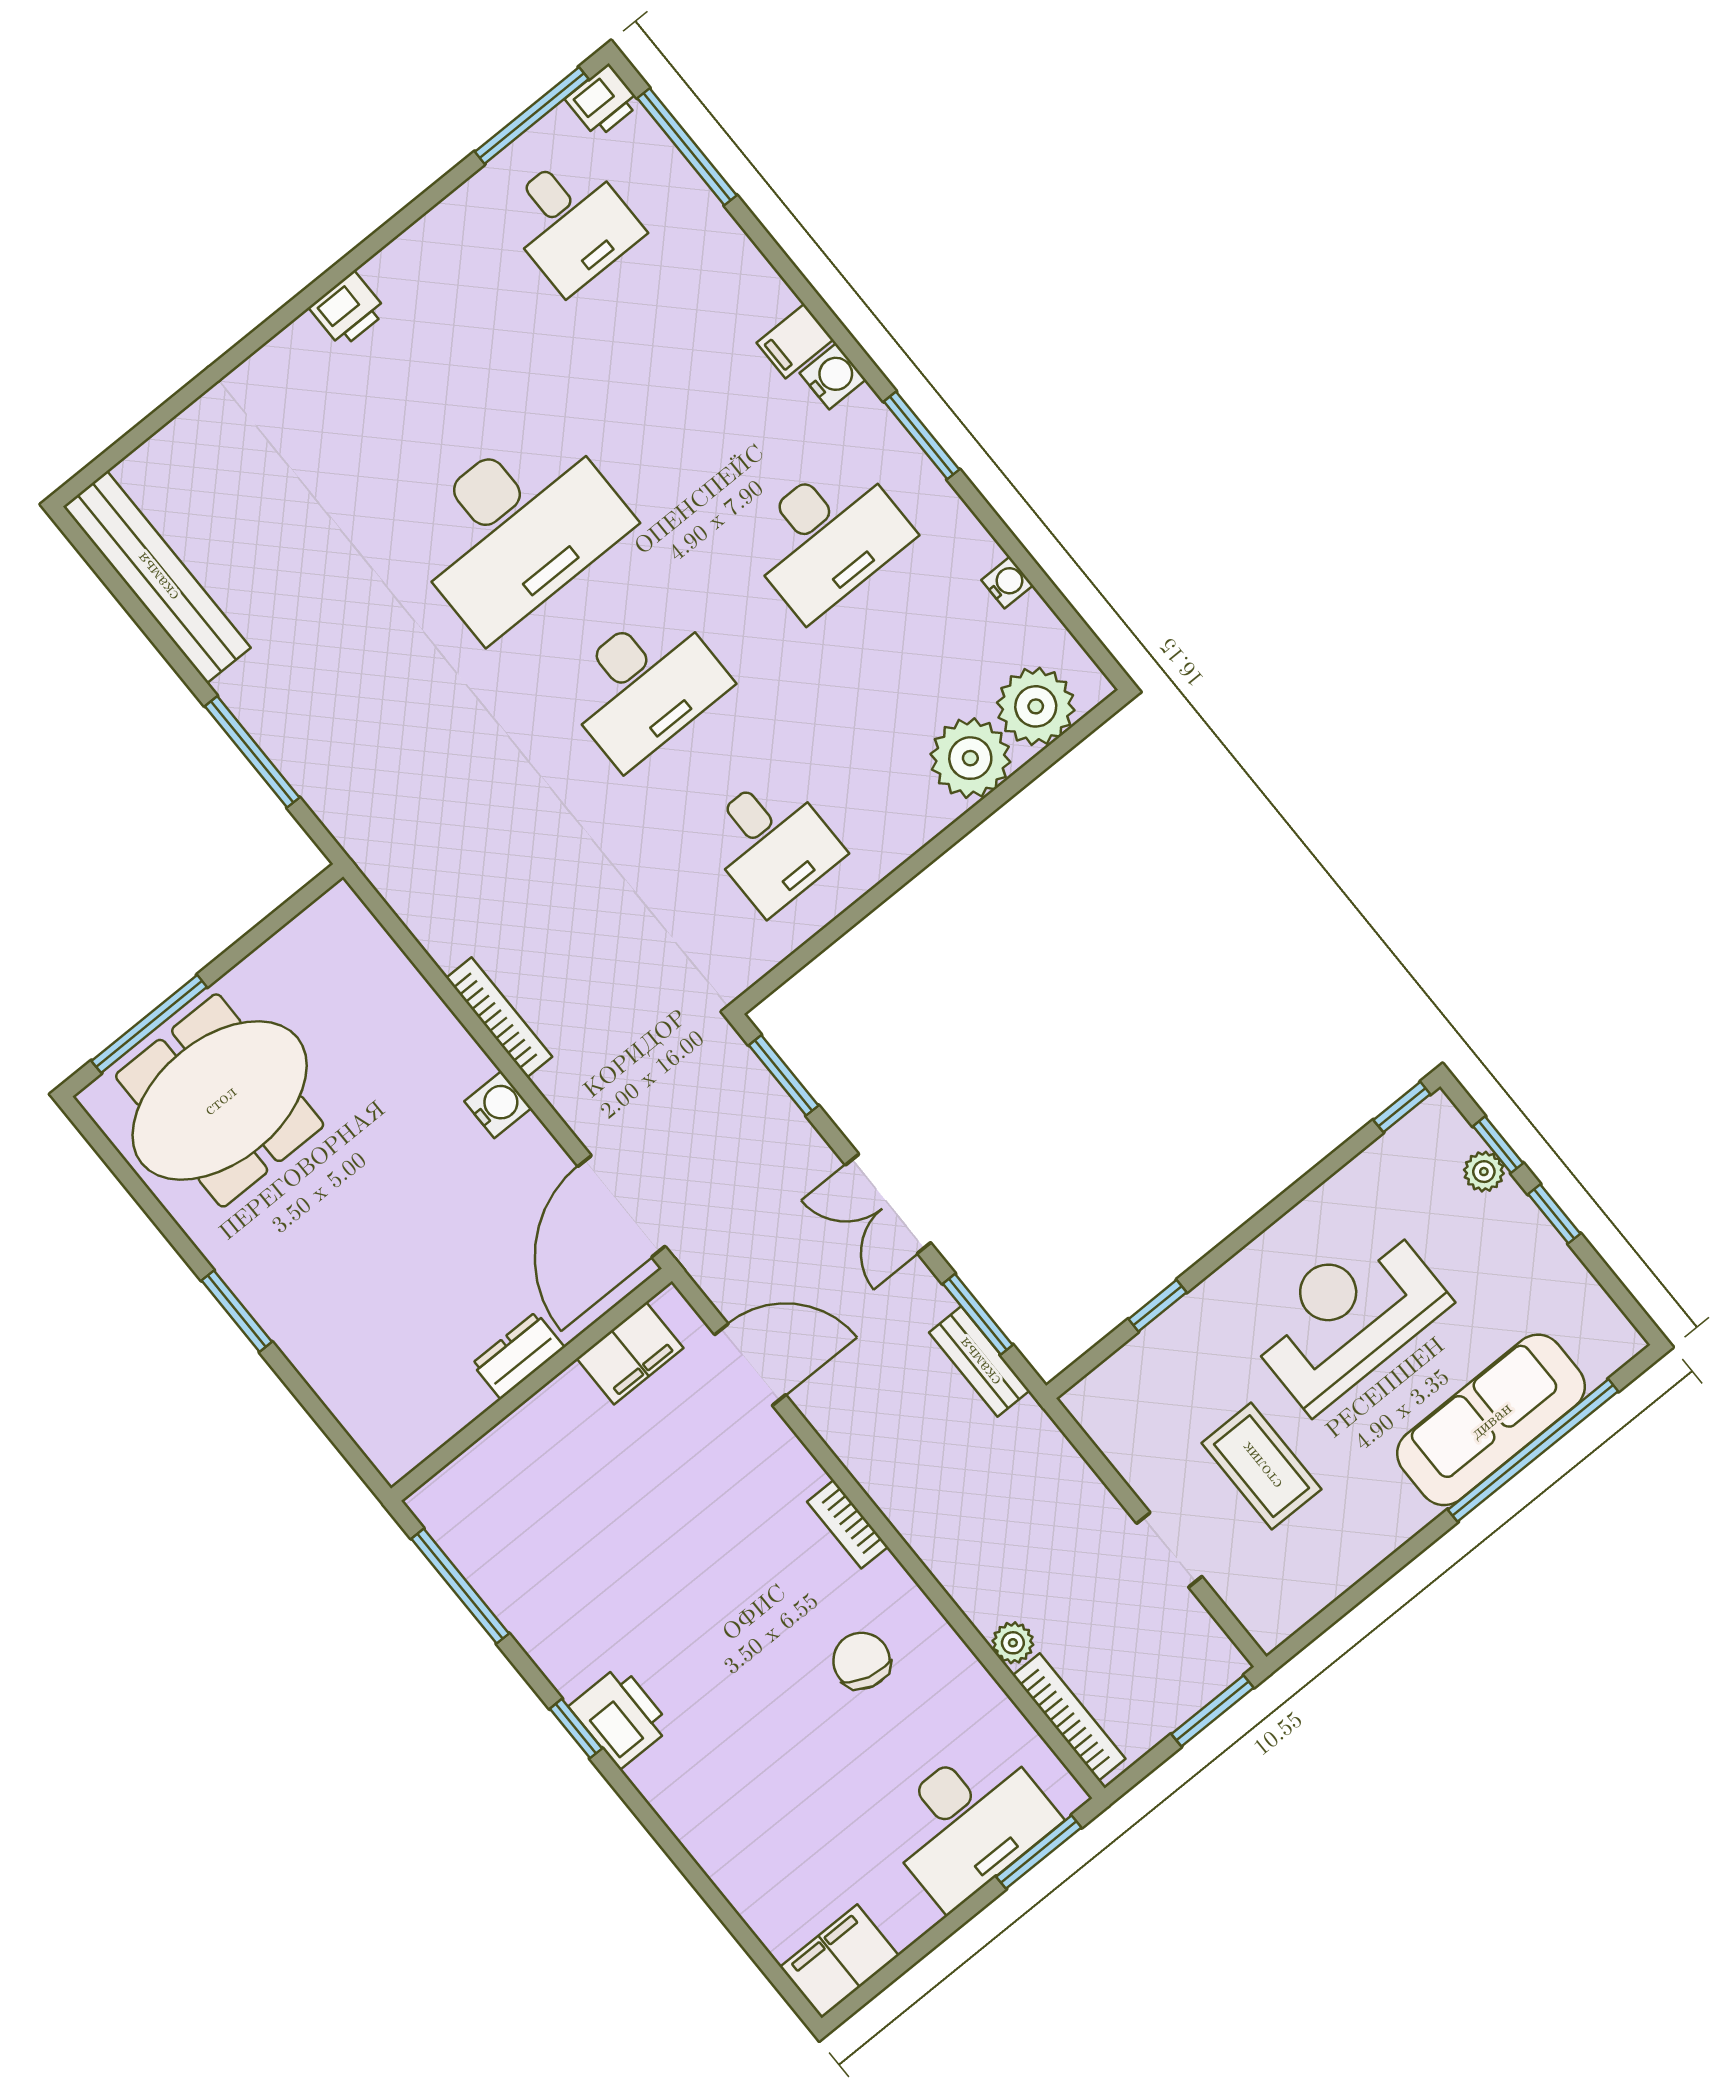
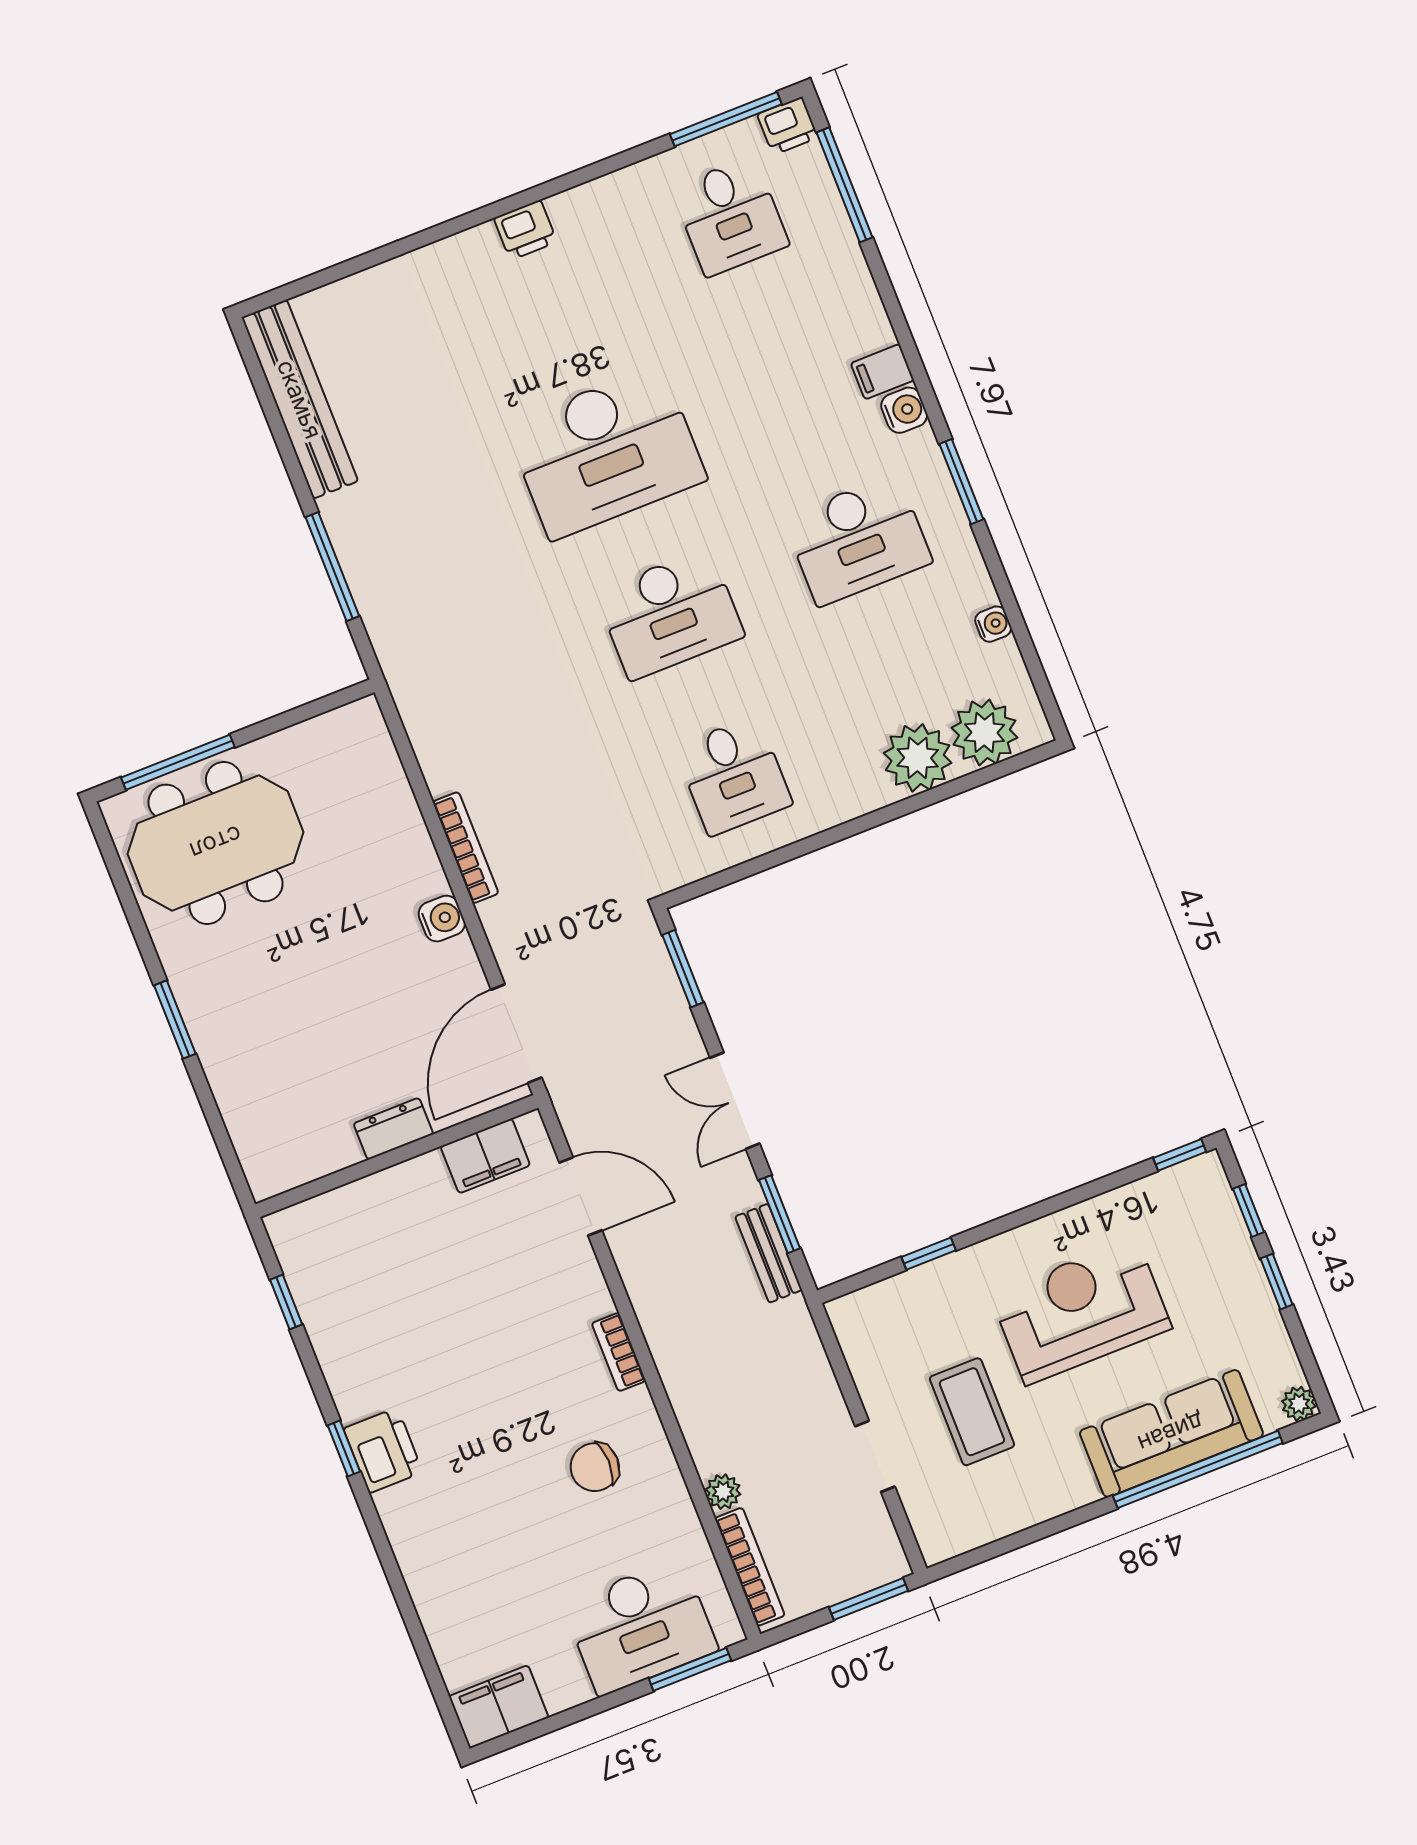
plant: (1484, 1172) -> (1299, 1404), moved
window: (460, 1586) -> (286, 1302), width x0.46
chair: (862, 1661) -> (595, 1467), turned -105

